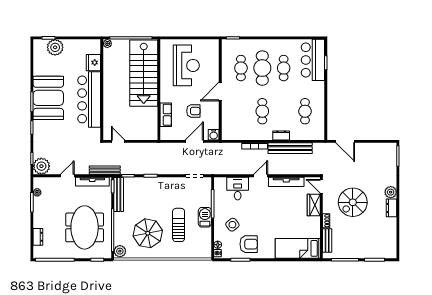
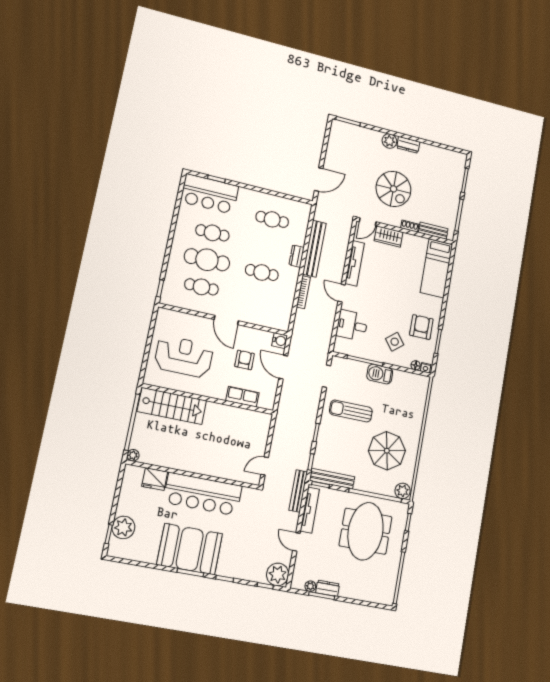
stairs: (144, 73) -> (172, 406), width x0.73, depth x0.66
sun lounger: (179, 225) -> (351, 411), moved
meeting table: (85, 227) -> (366, 531), turned 90
dresser: (38, 237) -> (328, 588), moved

